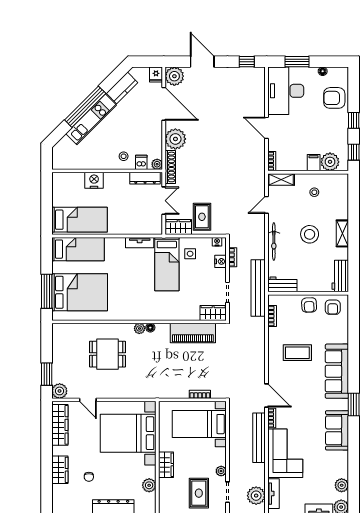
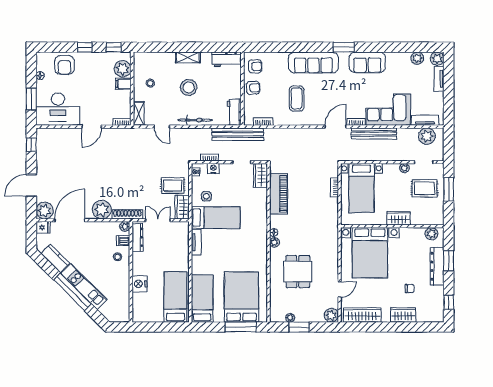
plant: (57, 346) -> (290, 318), added
window: (47, 374) -> (299, 327), moved
plant: (149, 485) -> (431, 234), moved

